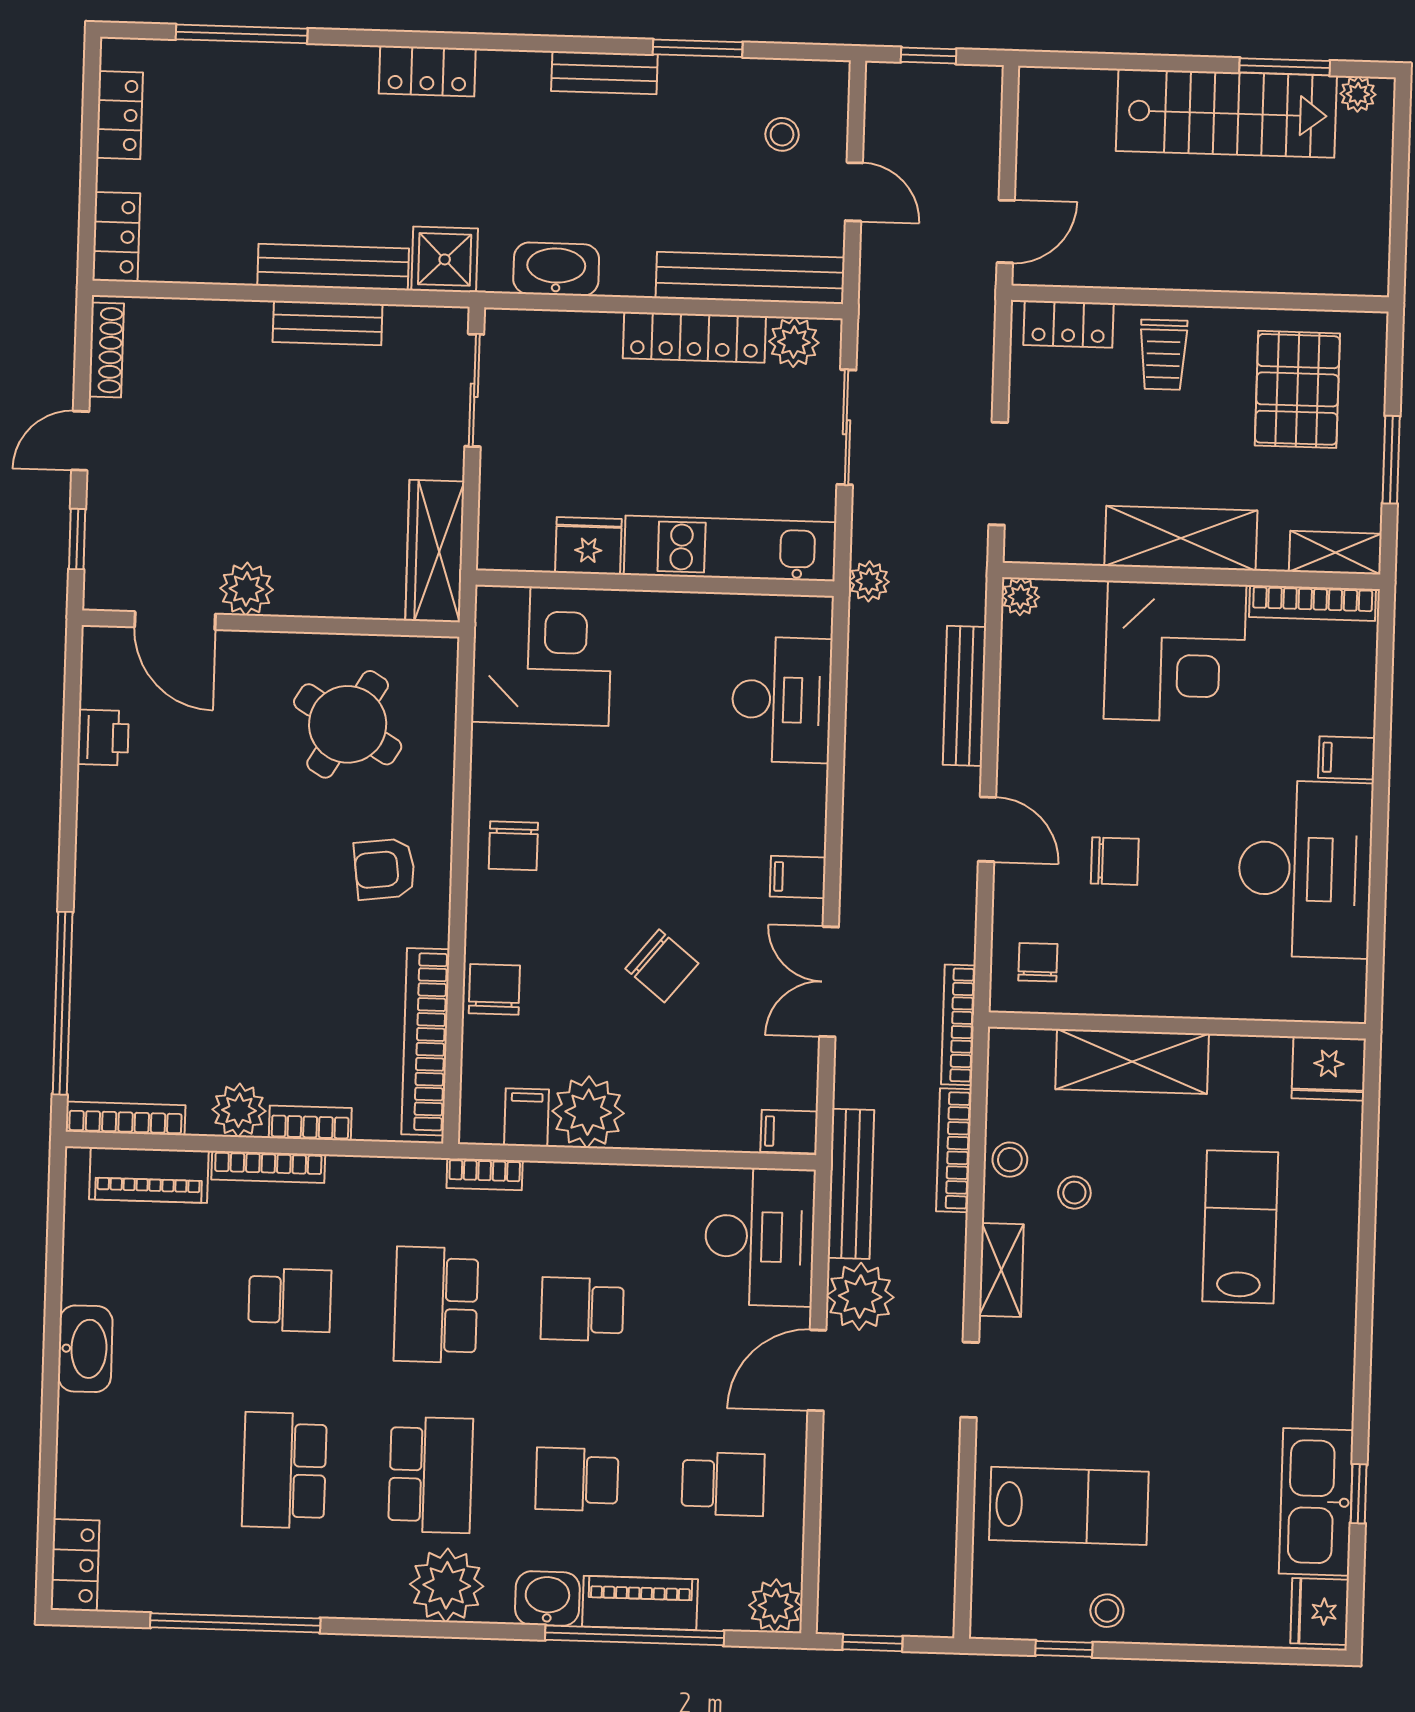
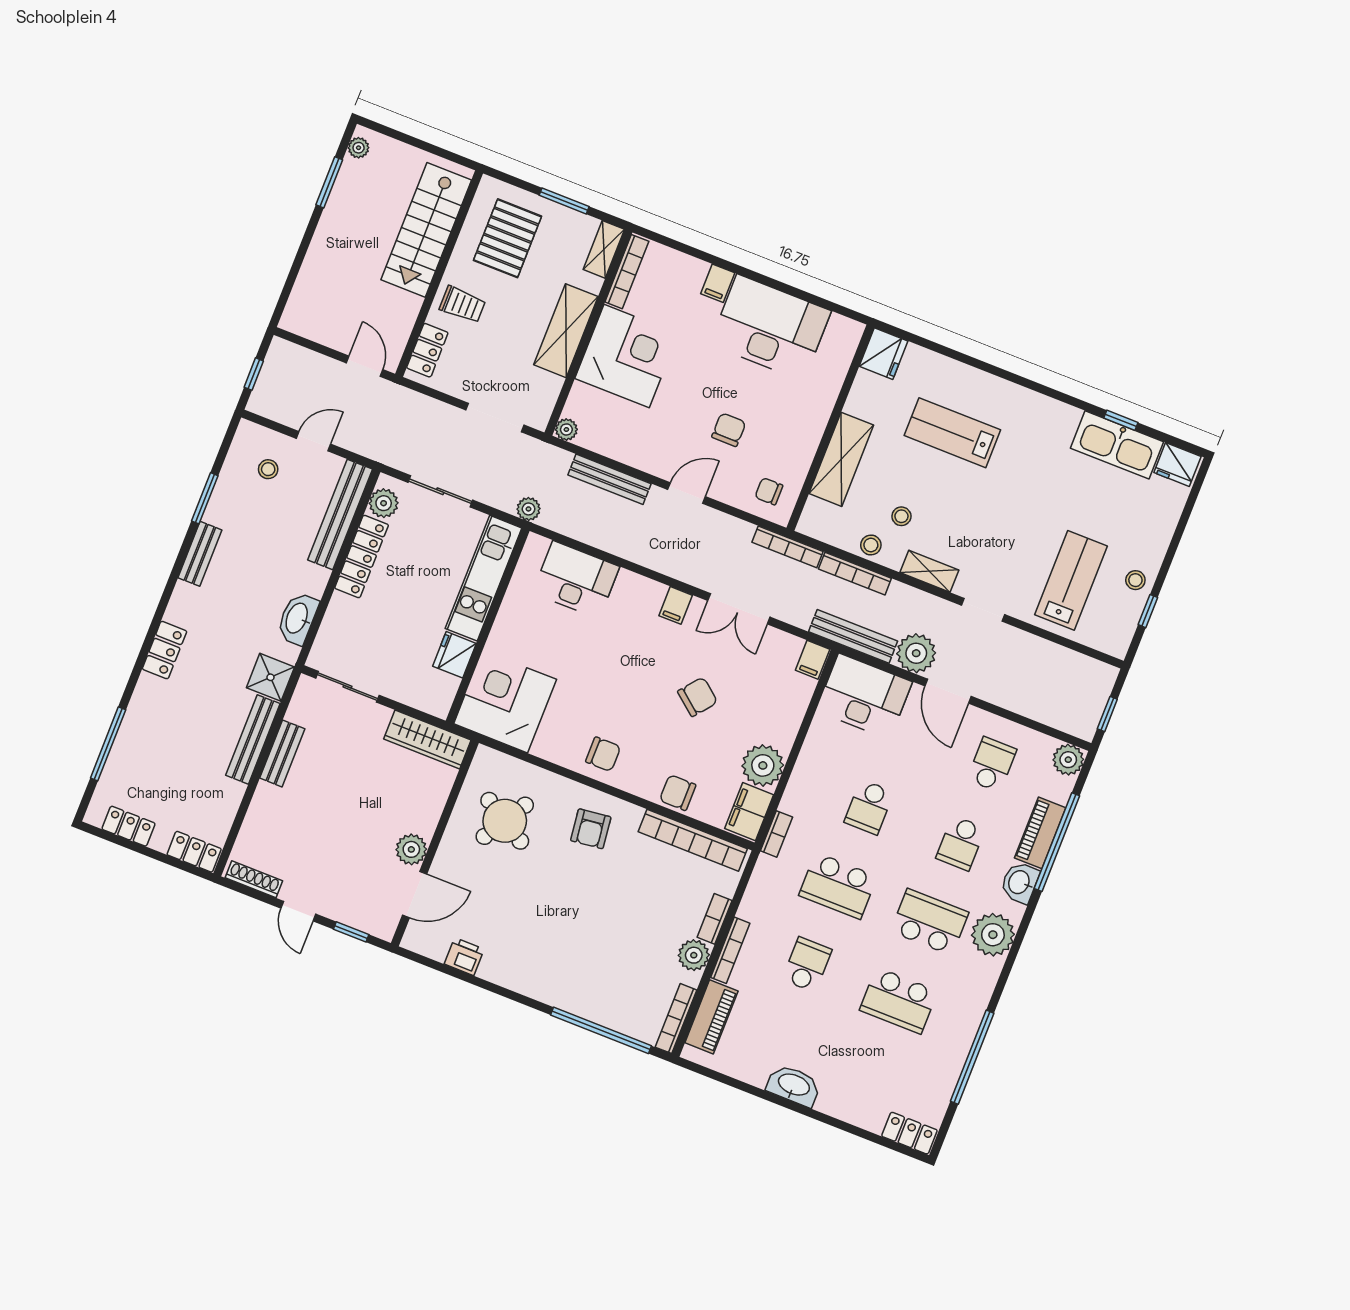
stairs: (1226, 113) -> (426, 230), moved, turned 180
pallet: (1297, 389) -> (508, 238), turned 90
filing cabinet: (527, 1117) -> (749, 812), width x2.00

